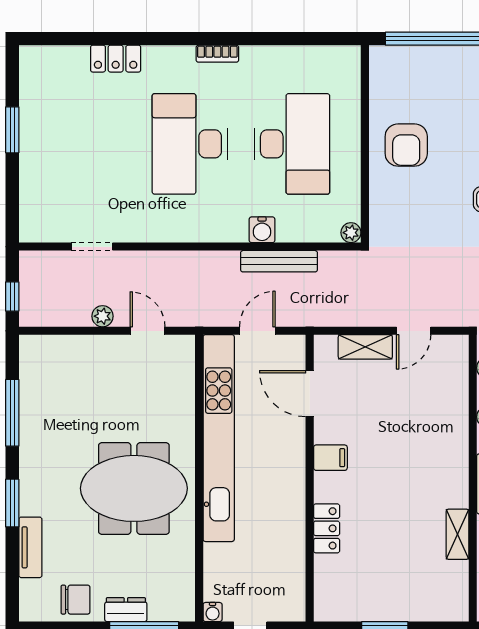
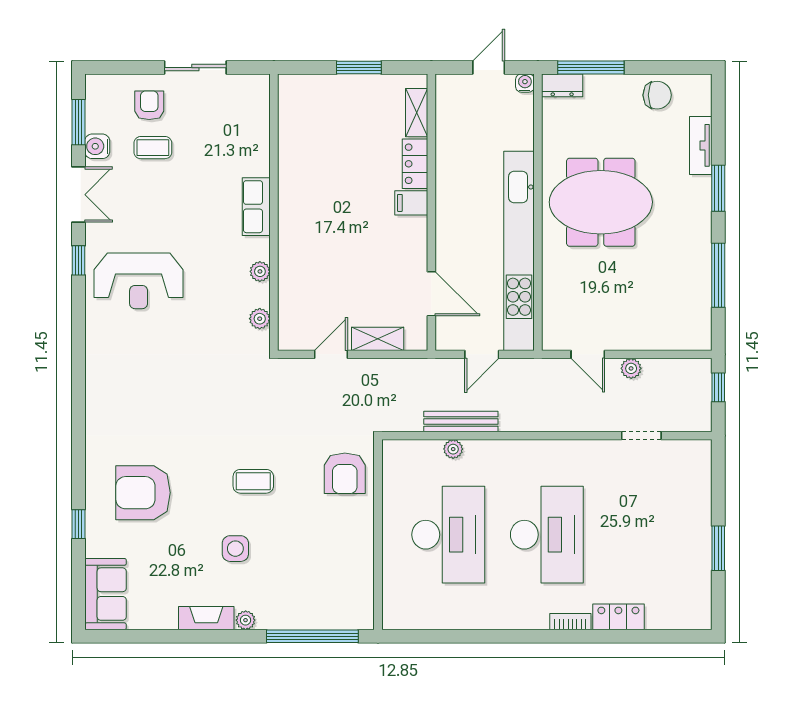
bookcase: (217, 54) -> (570, 622), moved
desk: (292, 144) -> (448, 535), turned 180
armchair: (406, 145) -> (345, 473), moved, turned 180
water cooler: (262, 230) -> (477, 452), removed
plant: (351, 233) -> (453, 449), moved
filing cabinet: (330, 458) -> (411, 203), moved
shelving: (458, 534) -> (417, 113), moved
chair: (76, 600) -> (657, 95), turned 180
dresser: (126, 610) -> (562, 85), moved

